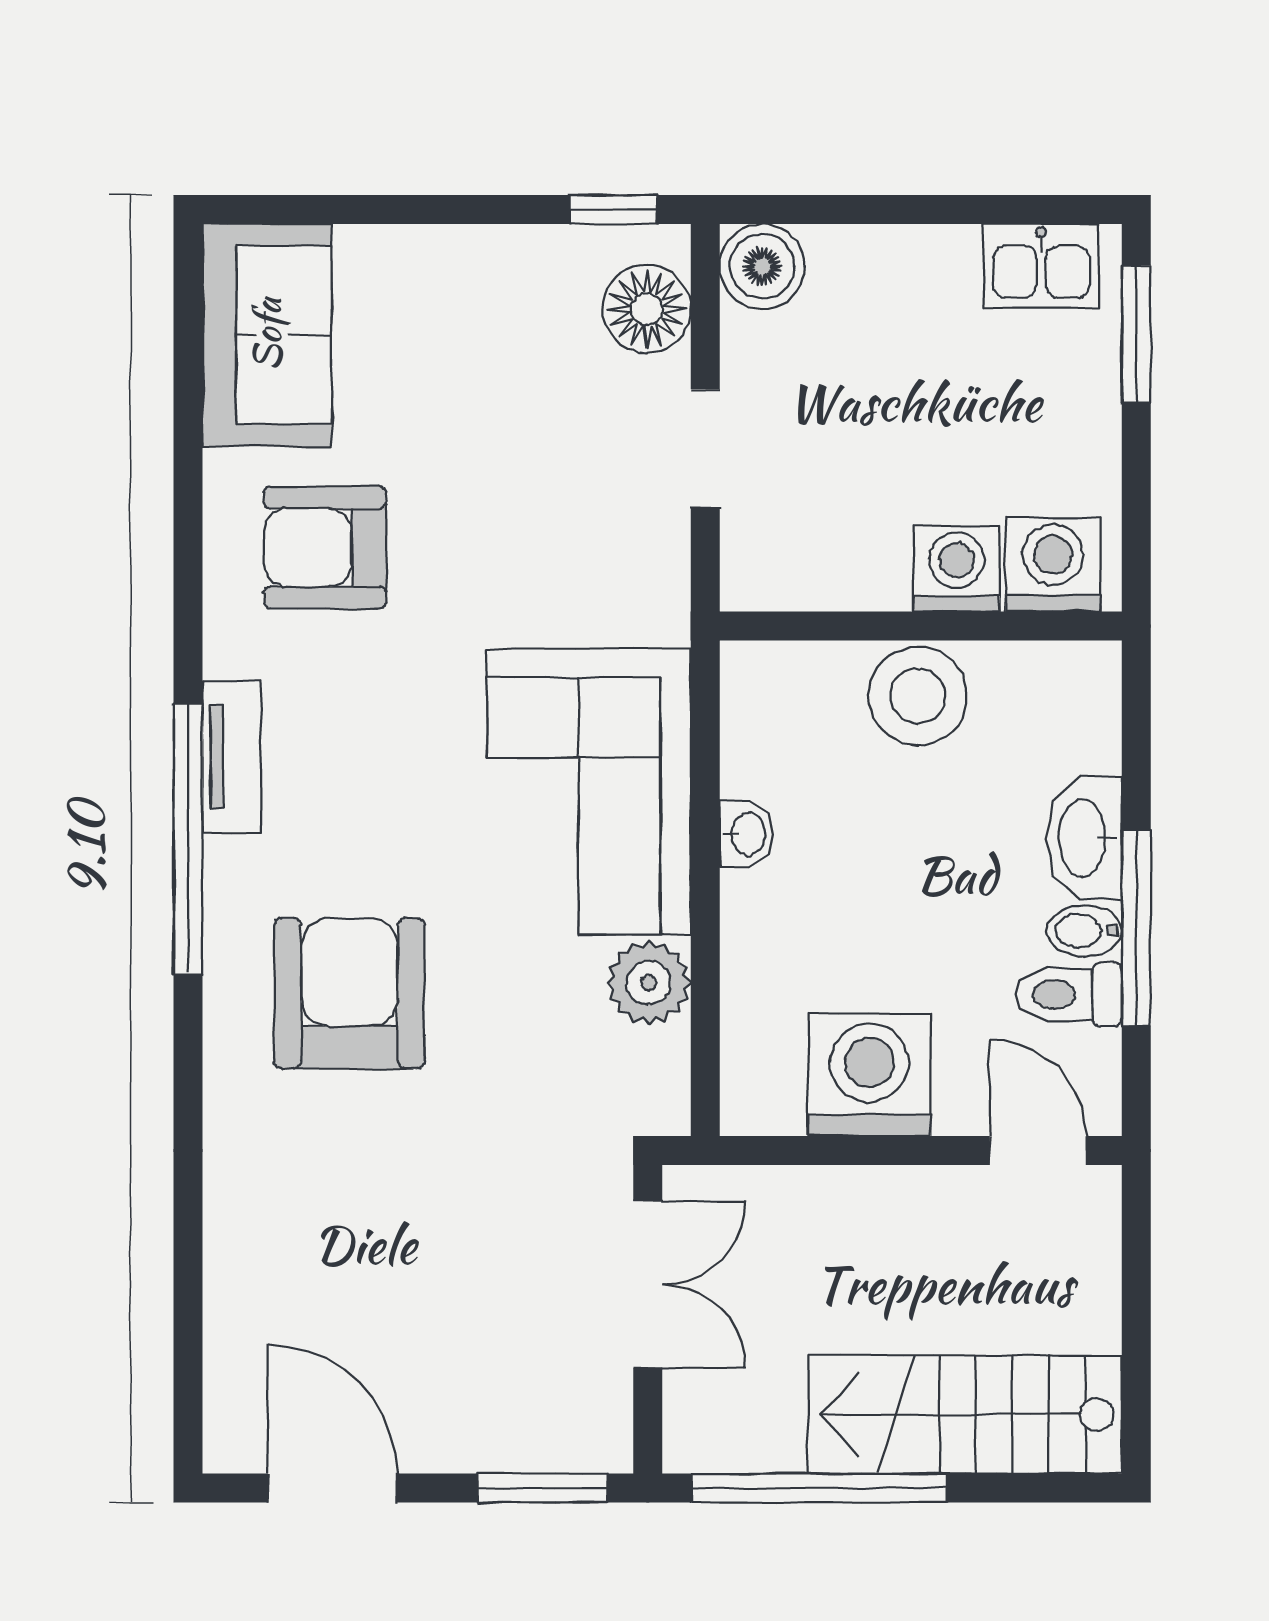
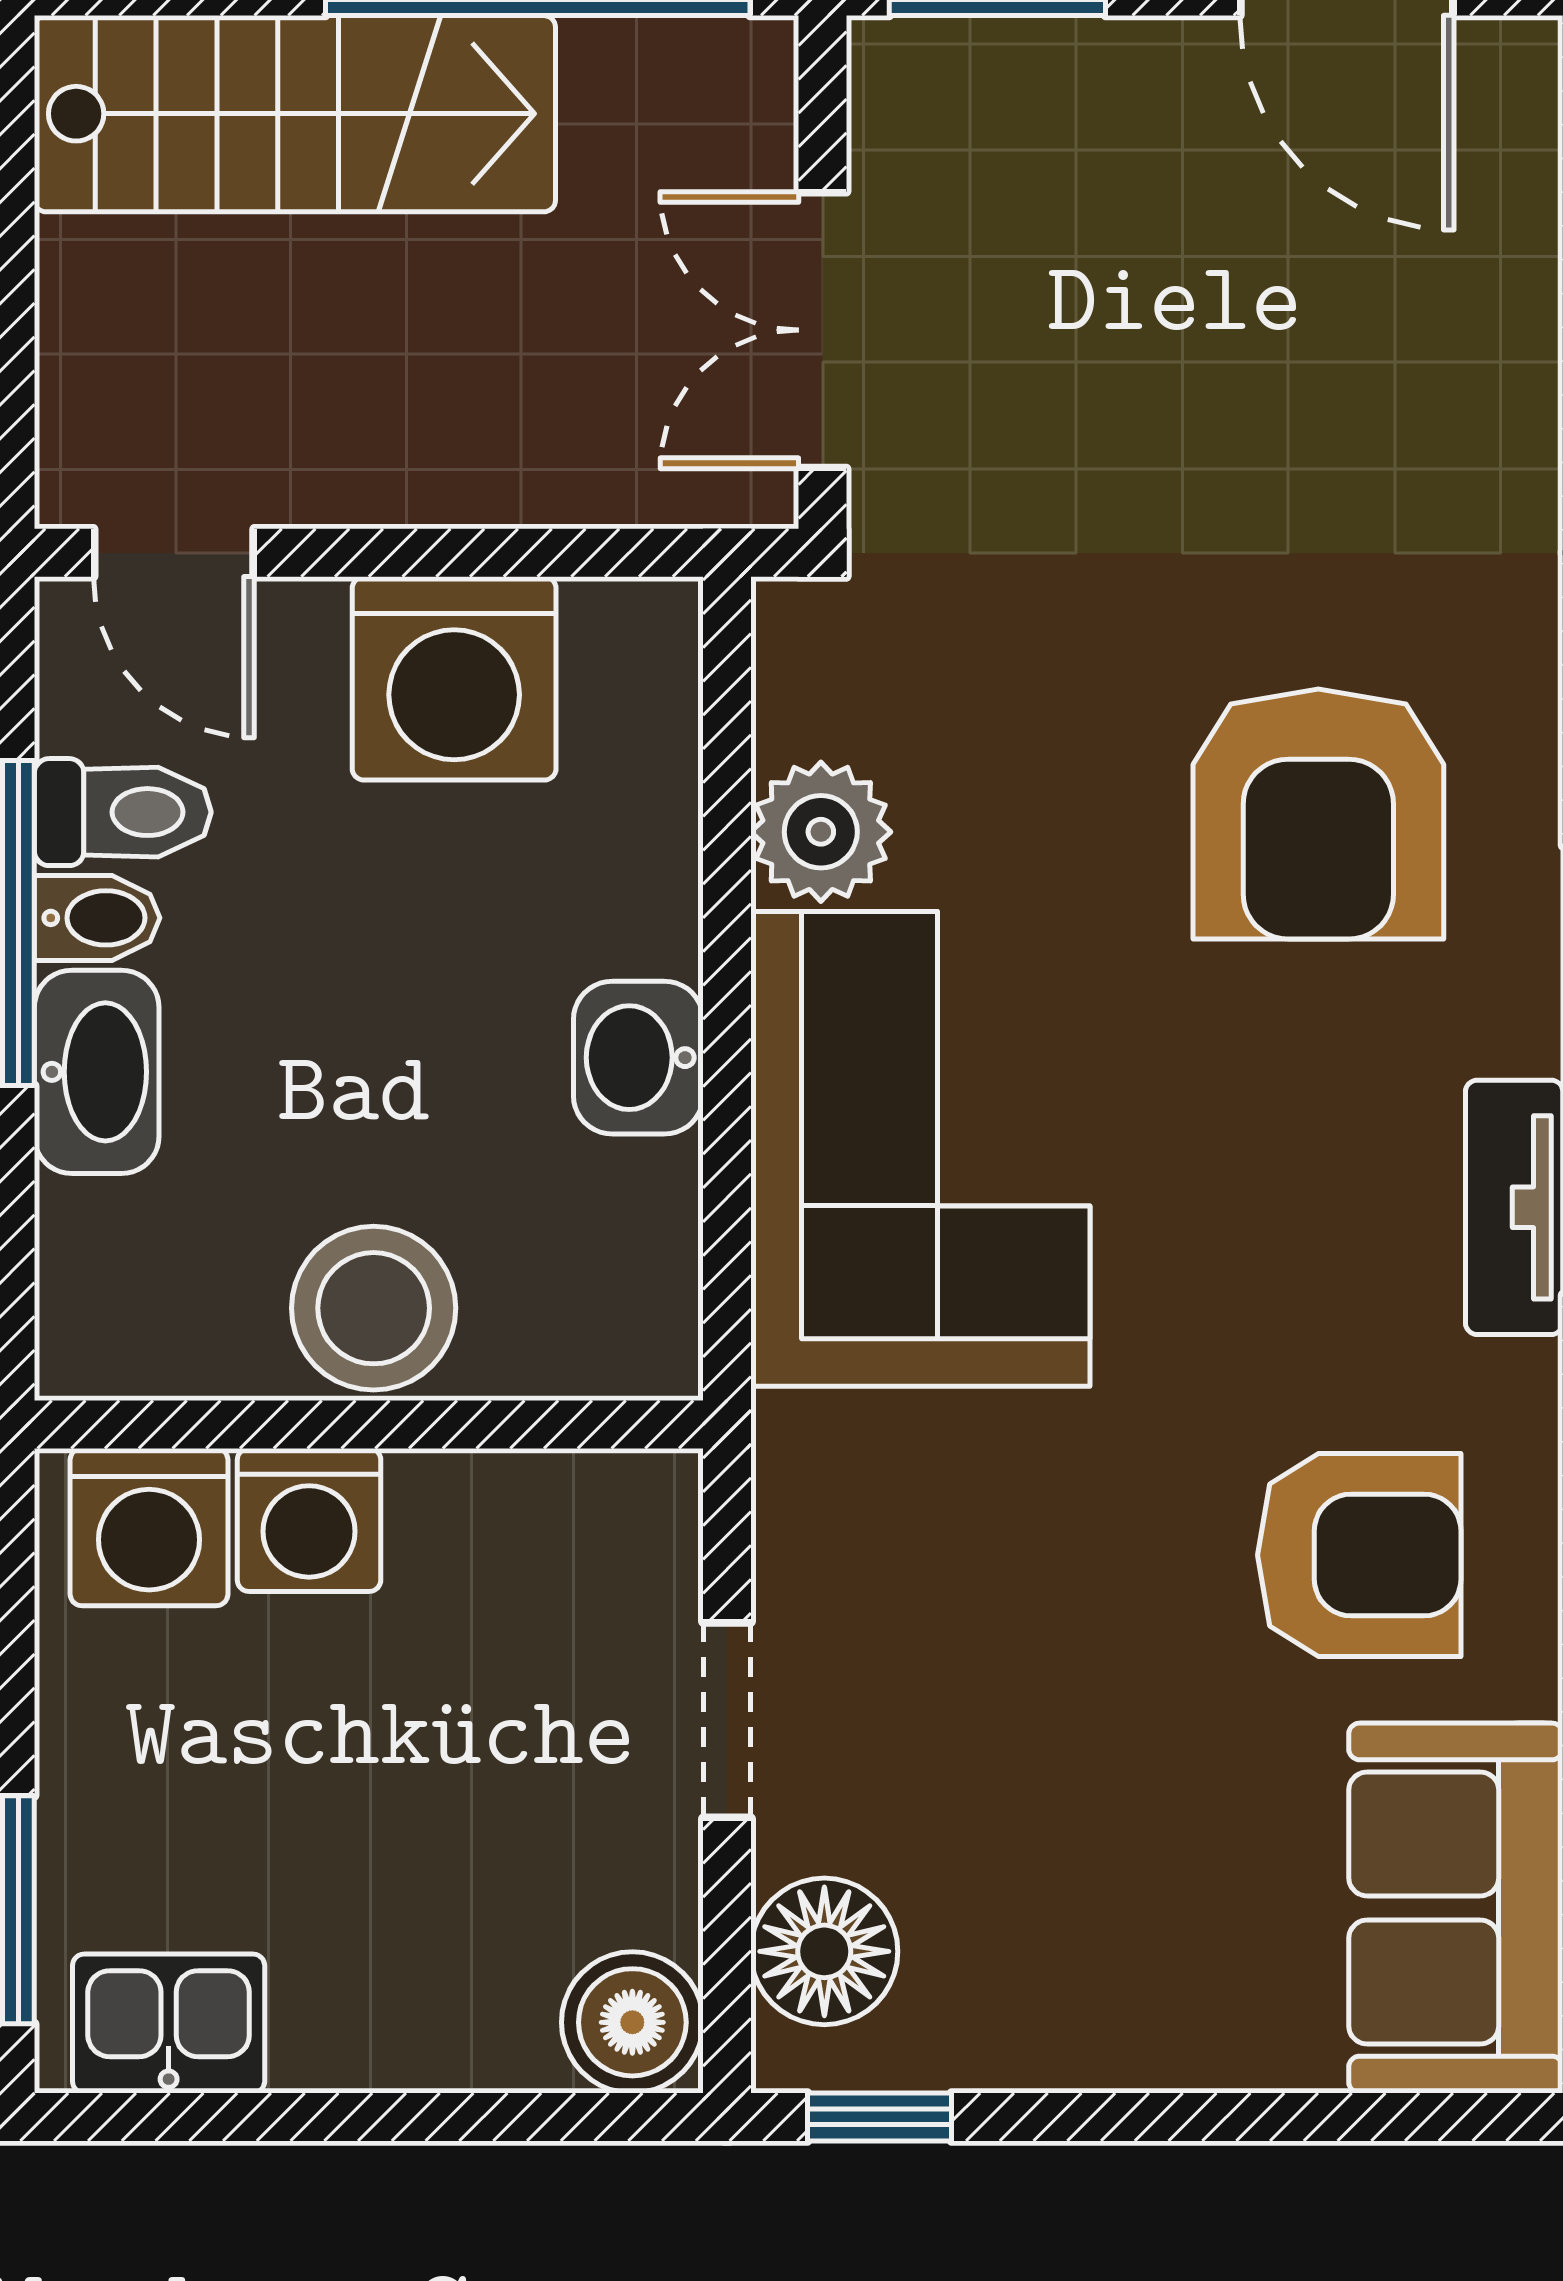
washbasin: (747, 834) -> (638, 1058), width x1.38, depth x1.45

